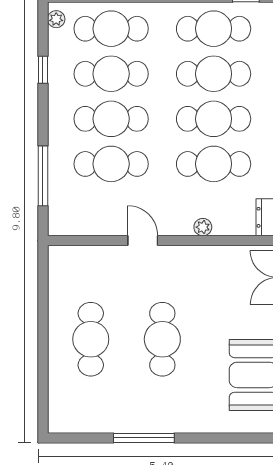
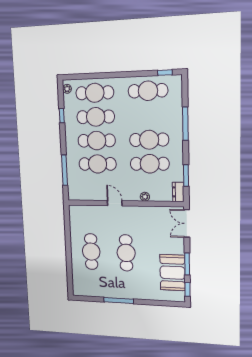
cafe table: (214, 74) -> (149, 115), removed

